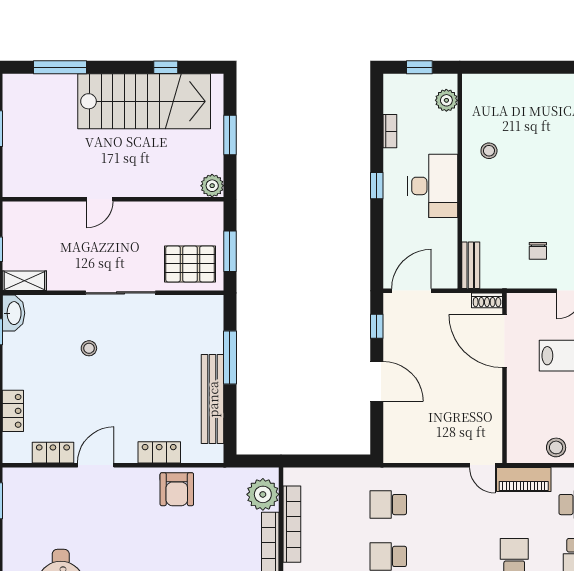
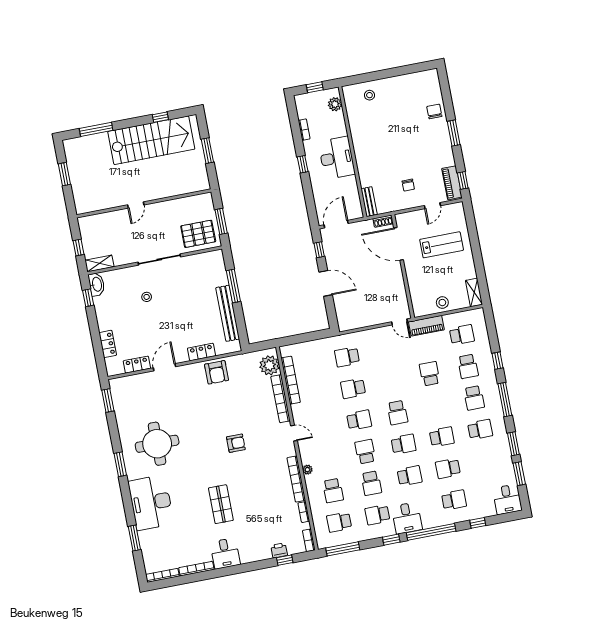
stool: (489, 151) -> (369, 95), moved
plant: (212, 186) -> (203, 184), removed

